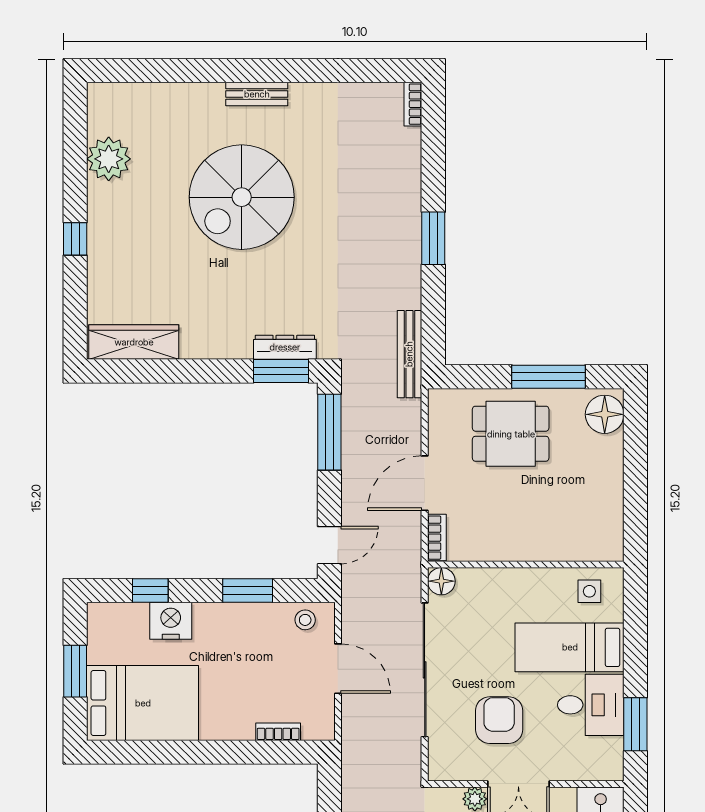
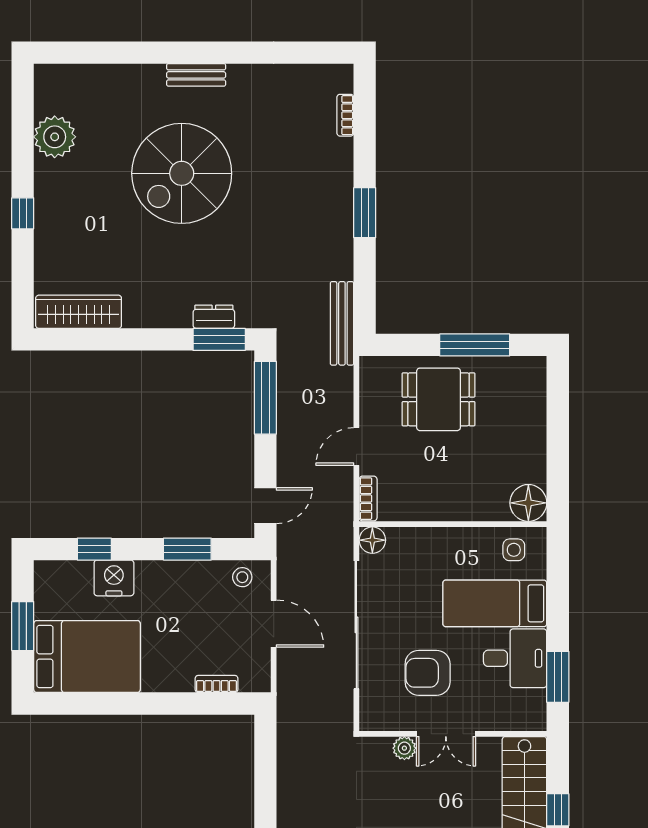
bookcase: (413, 104) -> (345, 115), moved
dresser: (285, 347) -> (214, 317), width x0.70
floor lamp: (605, 414) -> (528, 503), moved
door: (425, 483) -> (356, 447), width x0.73
armchair: (499, 720) -> (428, 673), turned -90

